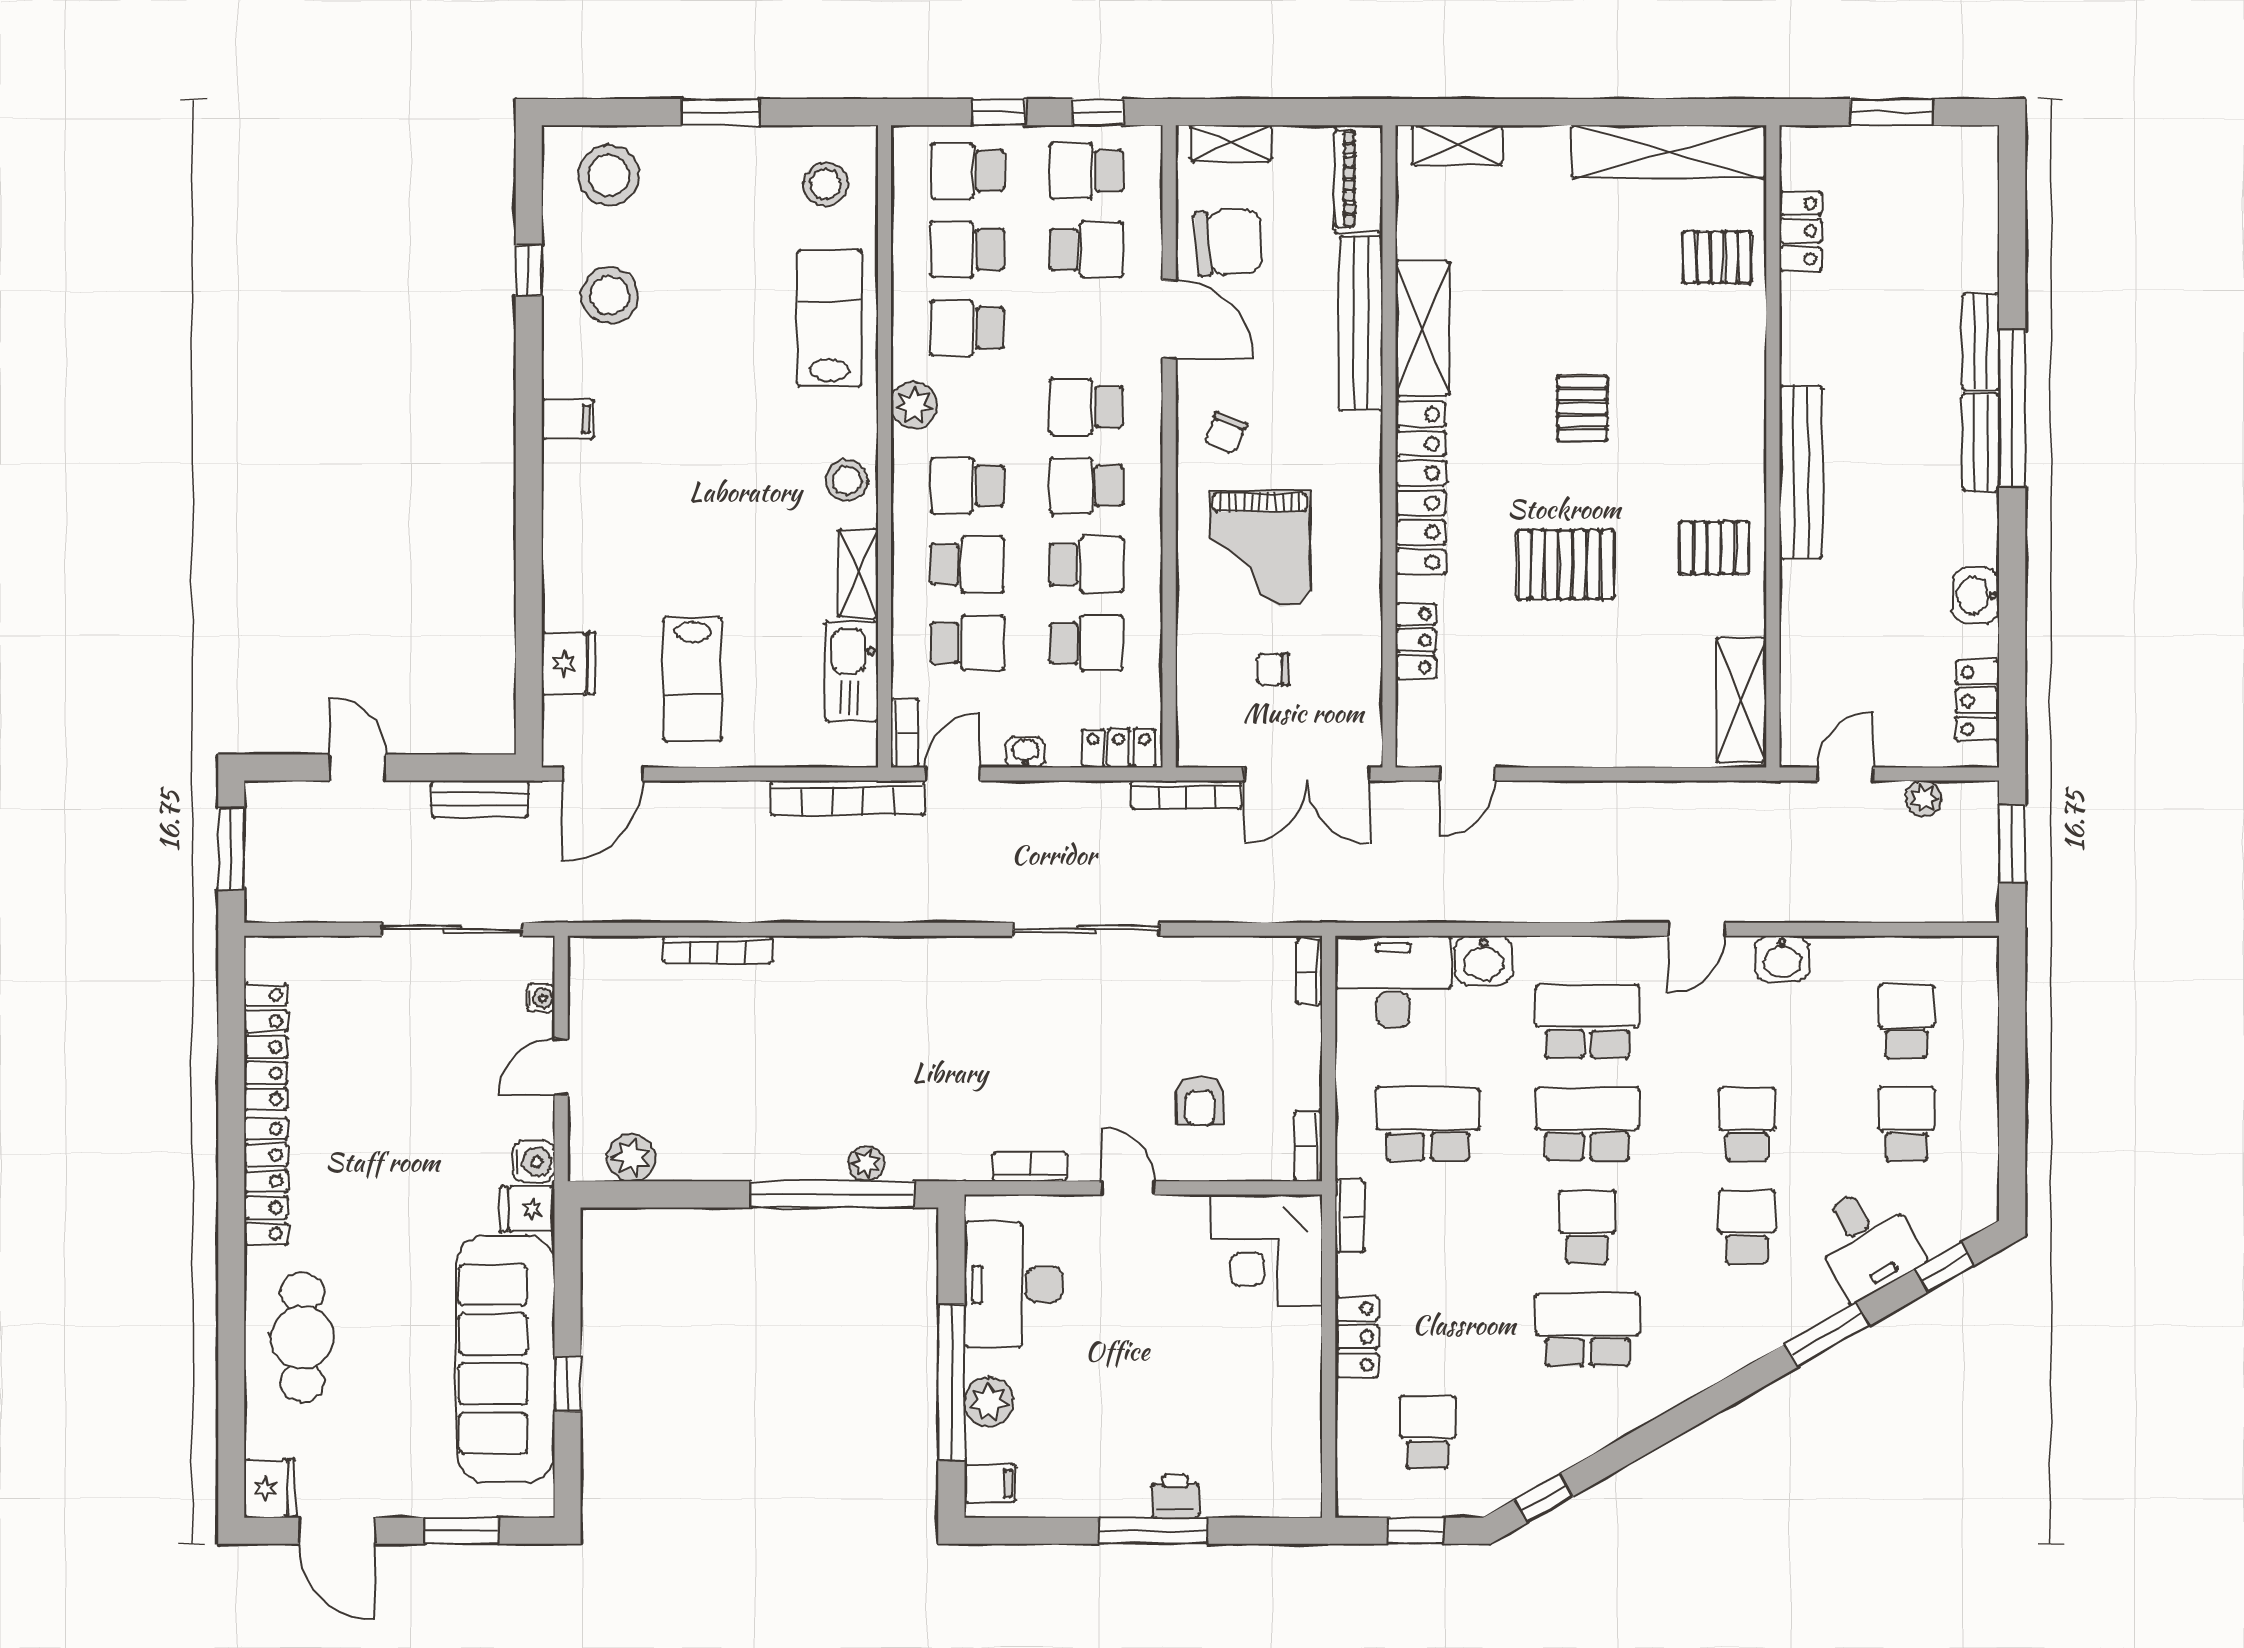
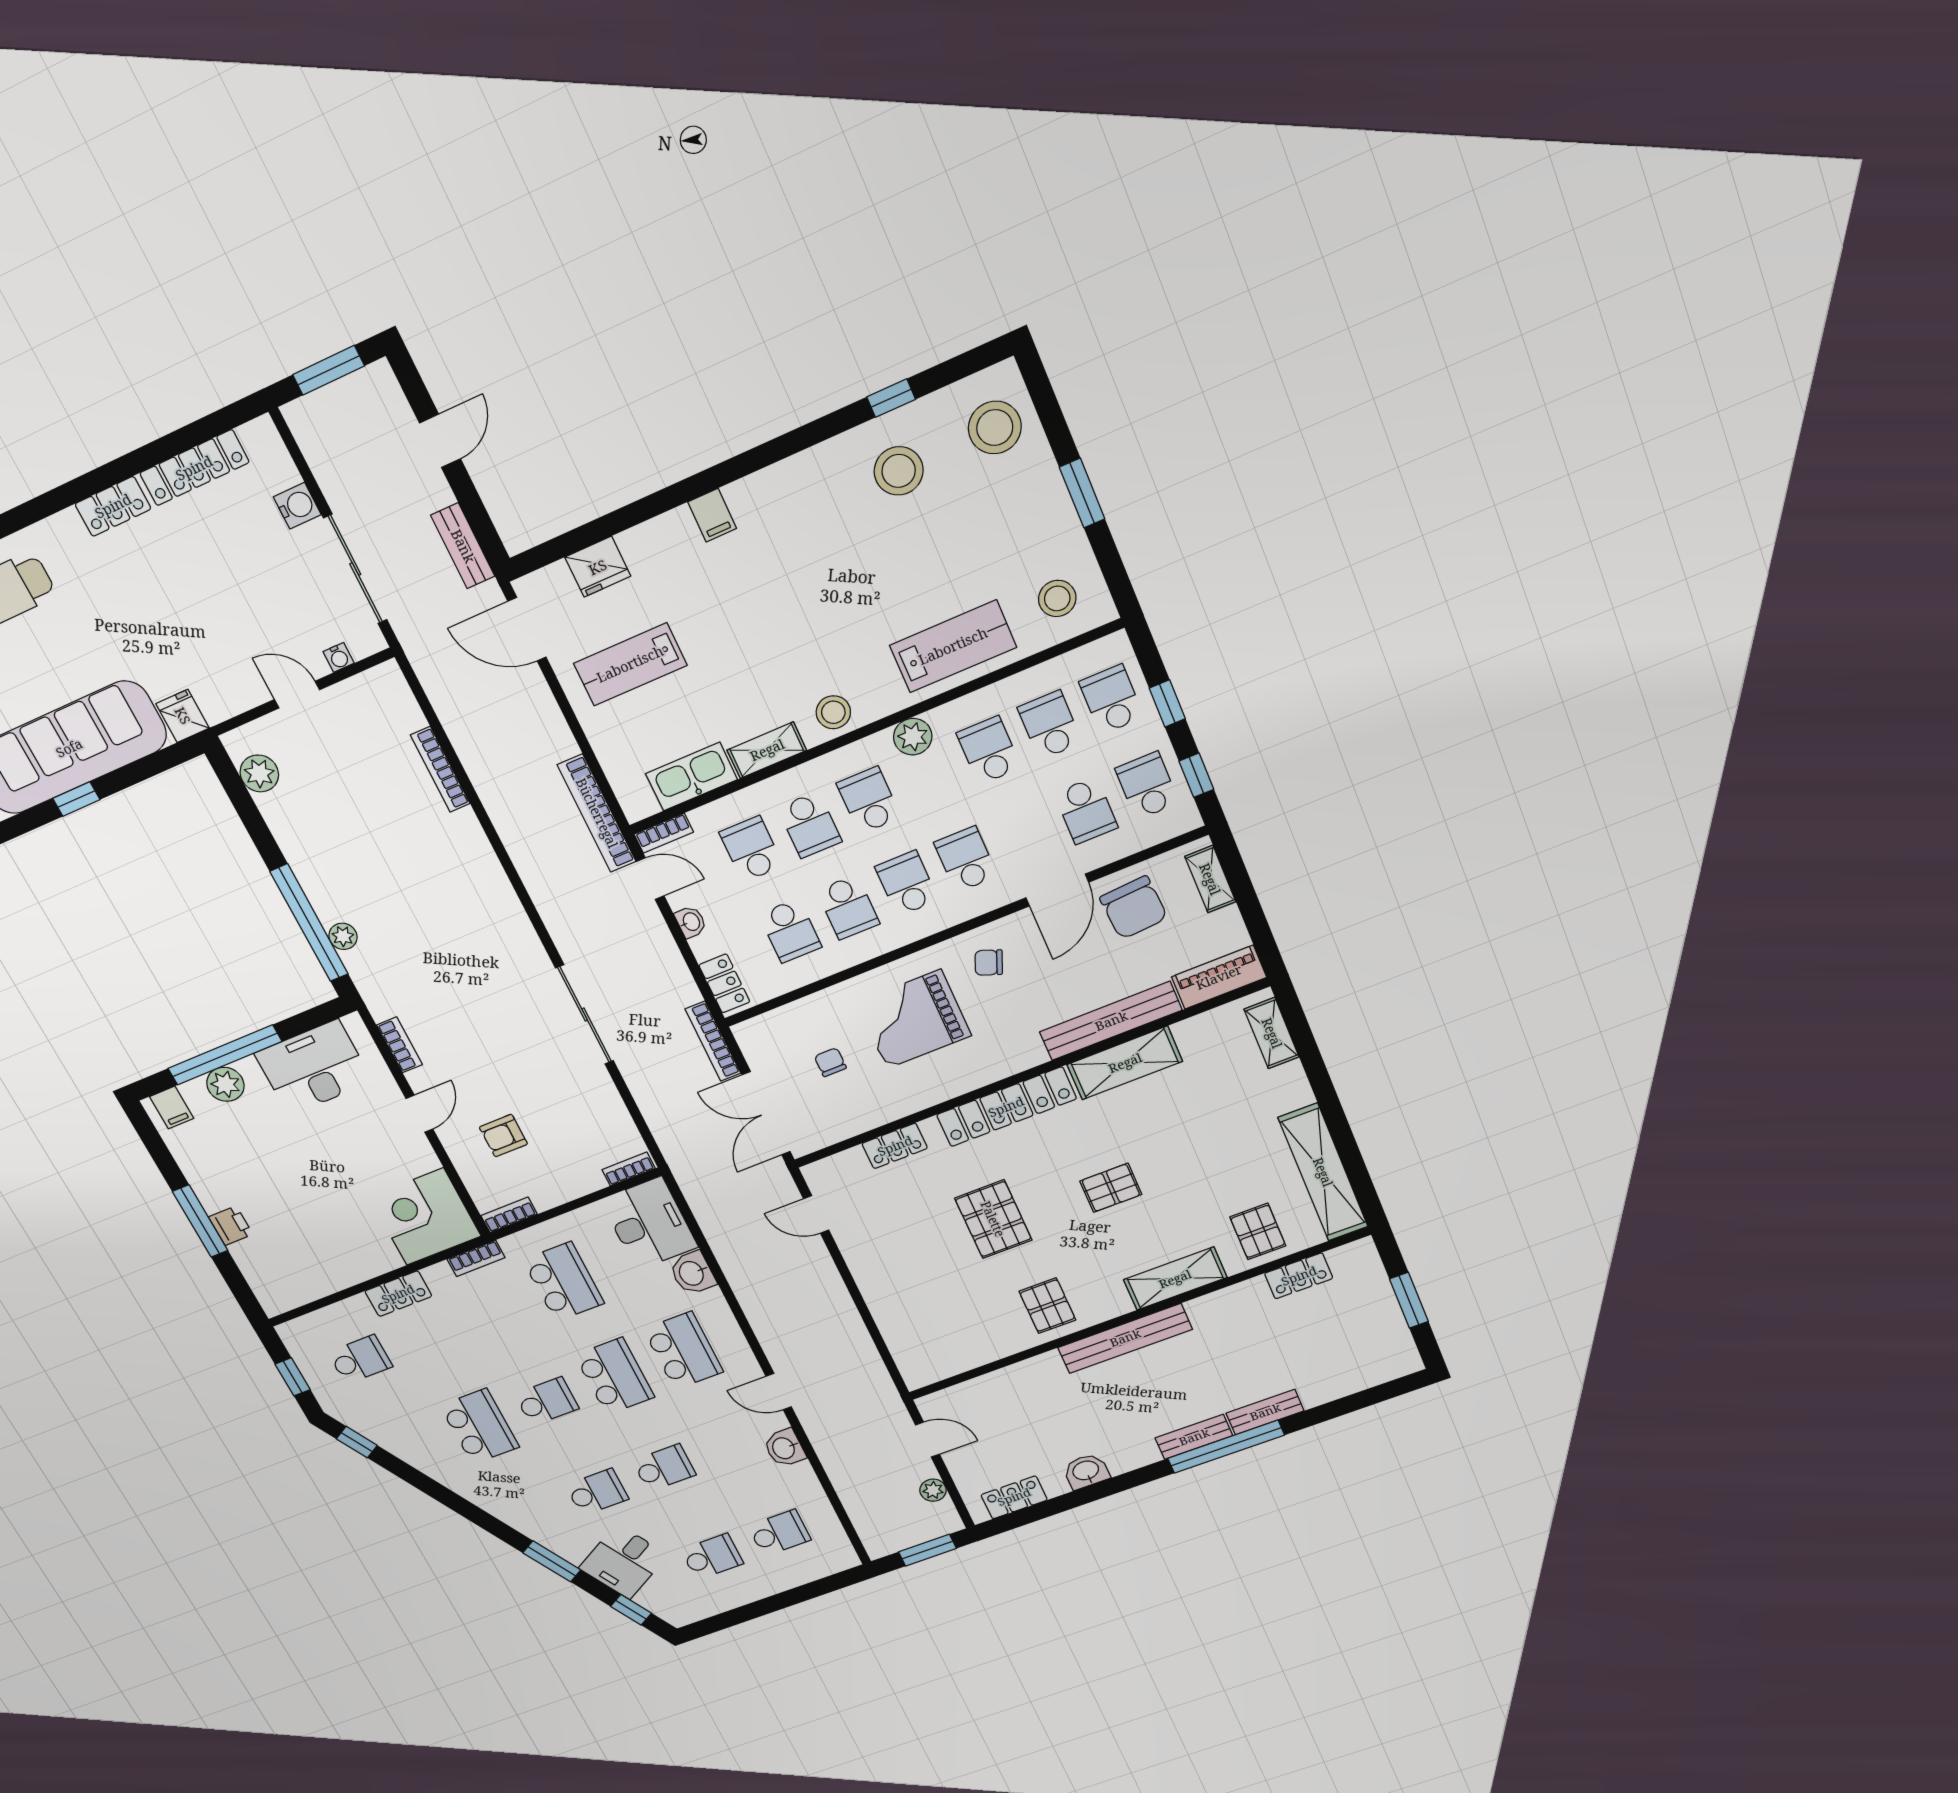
filing cabinet: (568, 419) -> (712, 515), moved
school desk: (967, 643) -> (751, 849), turned 180
shelving: (1741, 700) -> (1175, 1279), moved
water cooler: (533, 1162) -> (297, 506), moved, turned -90
locker: (266, 1181) -> (113, 506), width x0.66

